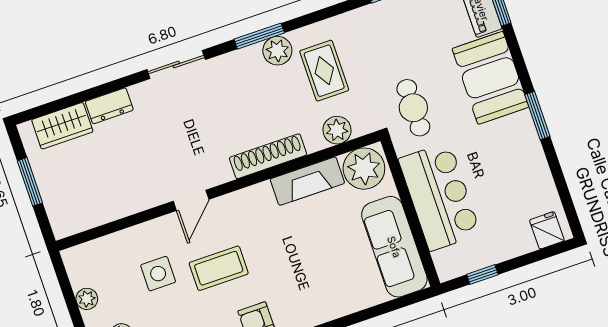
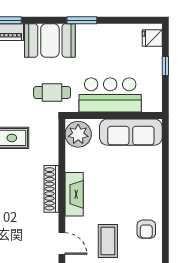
plant: (337, 130) -> (50, 142), removed
fireplace: (307, 181) -> (74, 194), moved
window: (482, 275) -> (165, 66), moved

